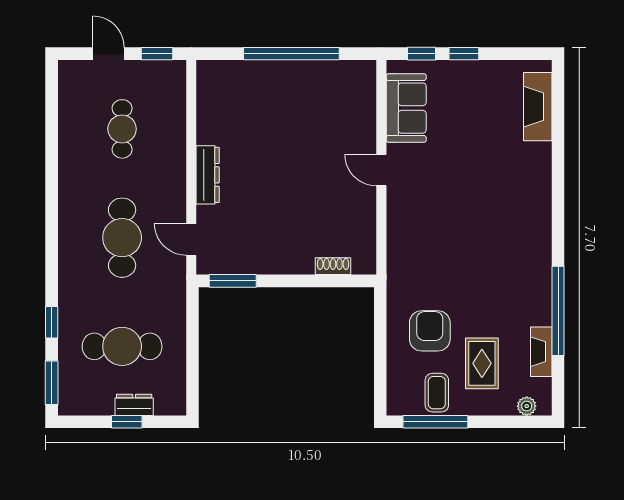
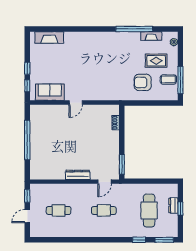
cafe table: (122, 238) -> (104, 210), width x0.73, depth x0.74

